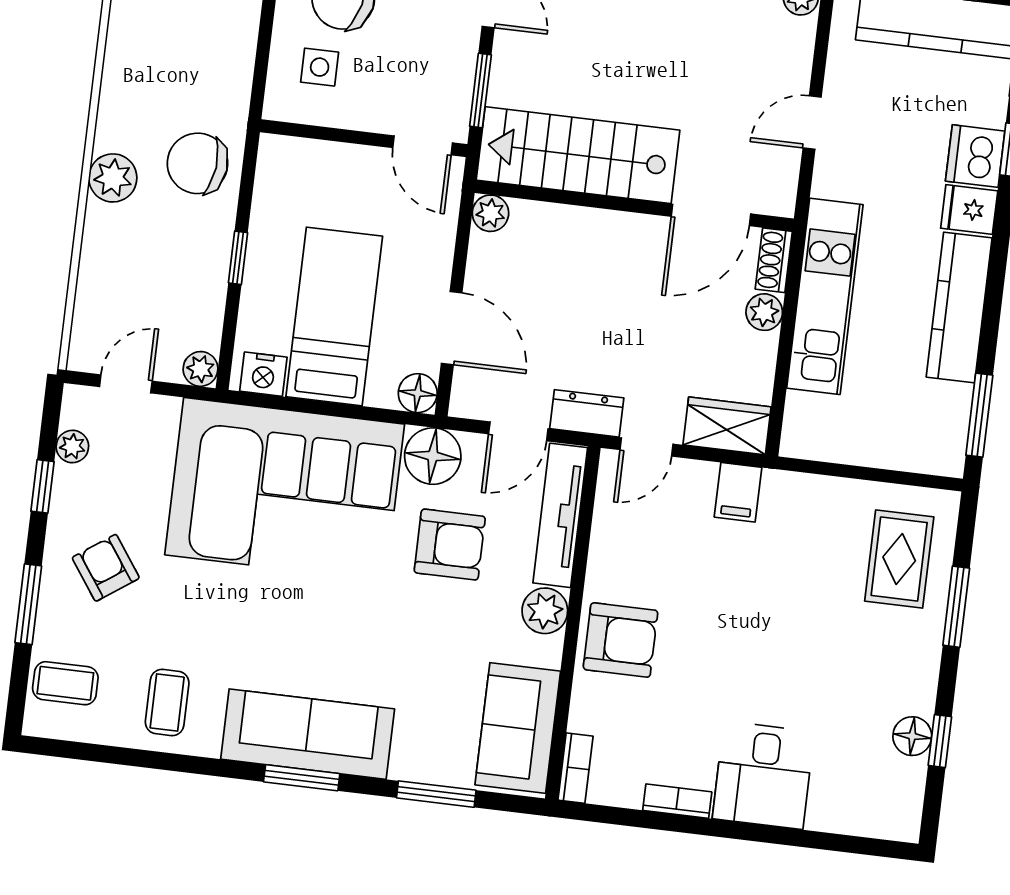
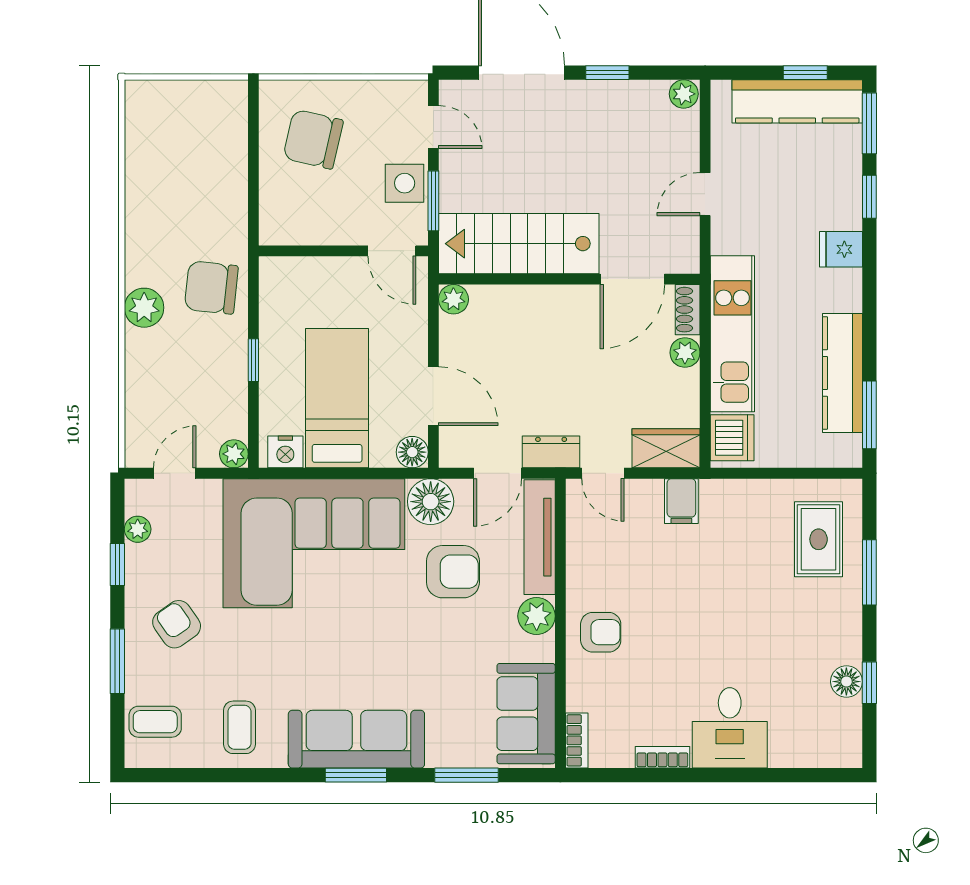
side table: (320, 67) -> (405, 183), moved, width x1.37, depth x1.37
dishwasher: (975, 156) -> (732, 438), moved, turned 180
kitchen counter: (959, 307) -> (842, 373), moved
door: (647, 447) -> (603, 473), hinge flipped
armchair: (621, 640) -> (601, 632), width x0.72, depth x0.72

